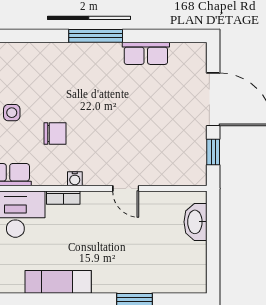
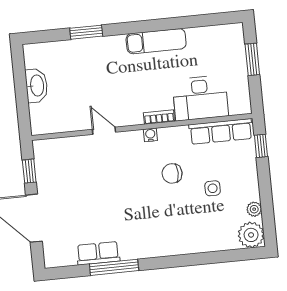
window: (96, 36) -> (114, 267), moved
washbasin: (196, 222) -> (36, 86), moved

